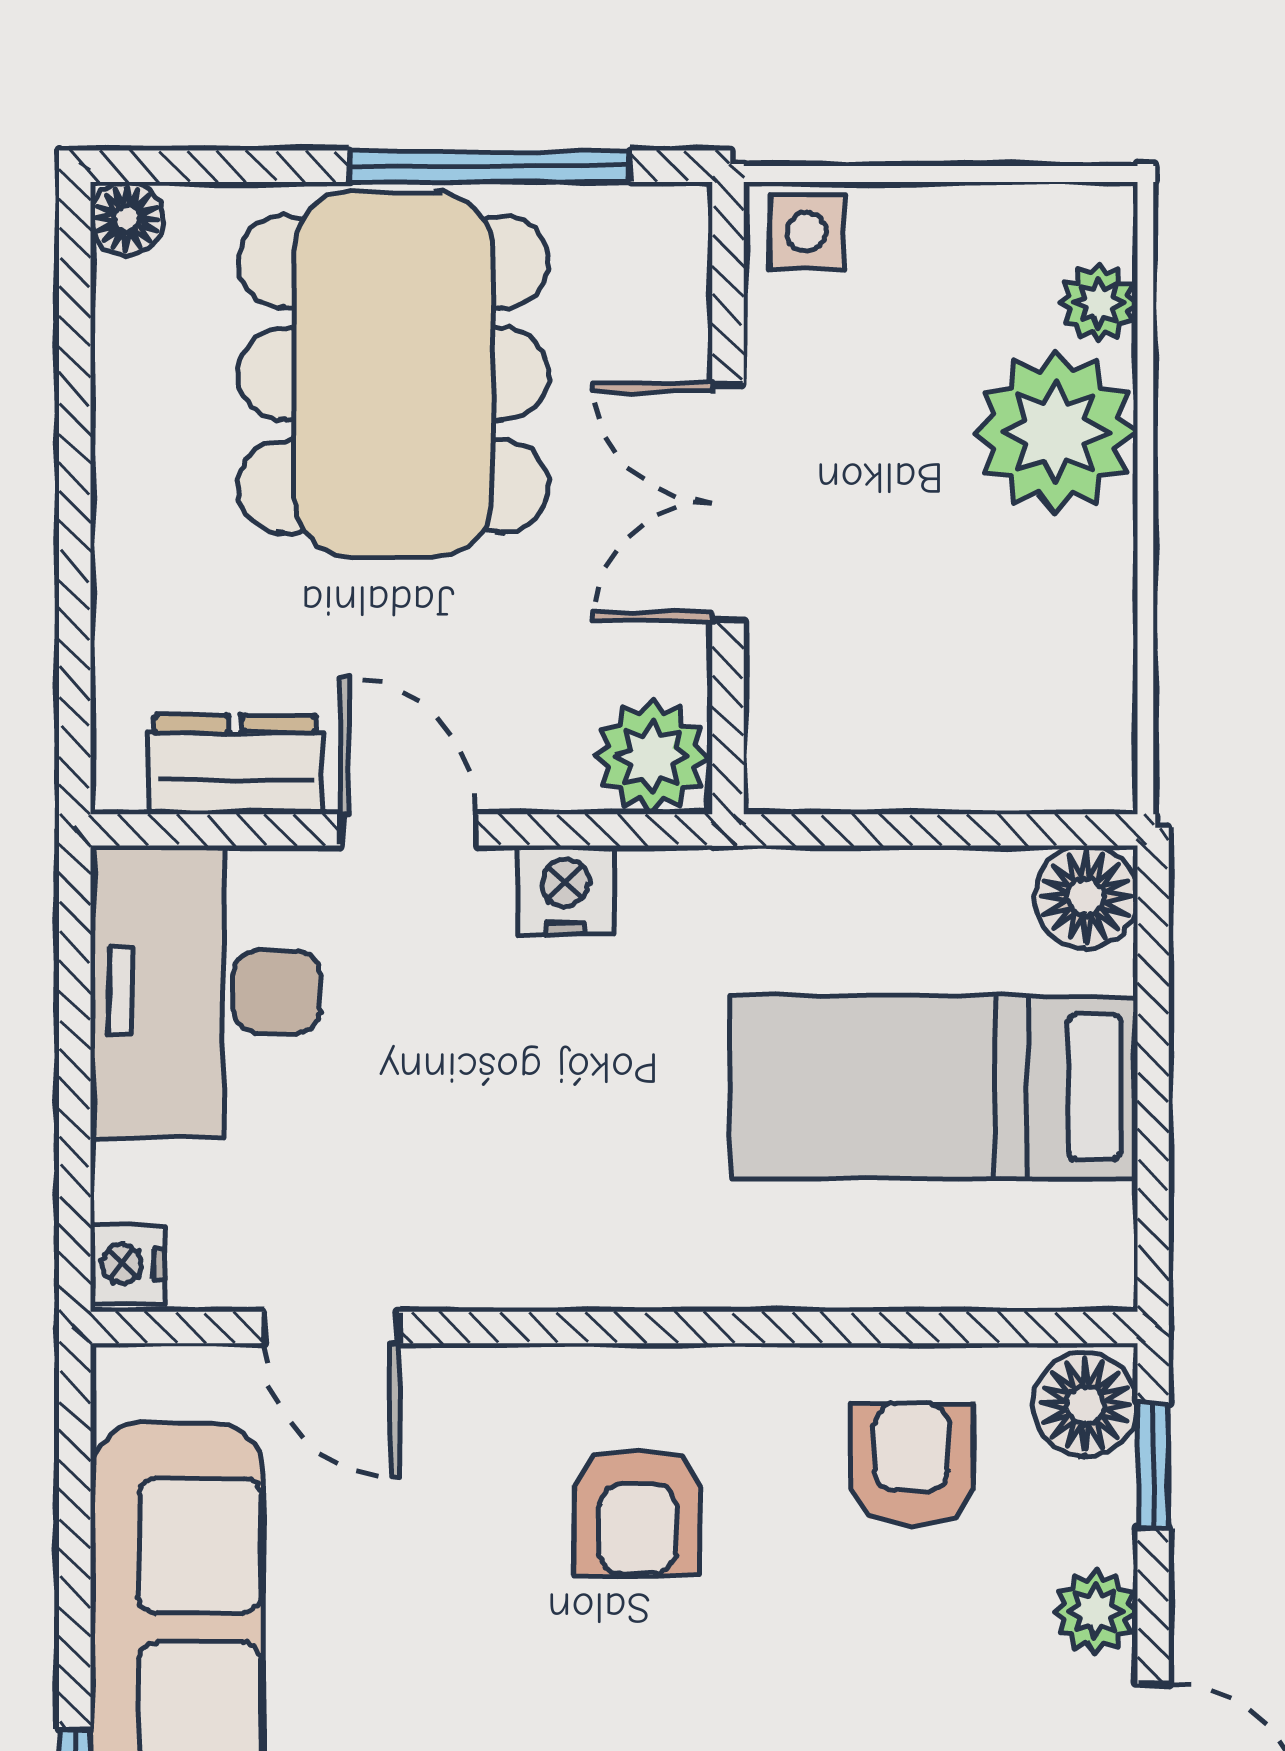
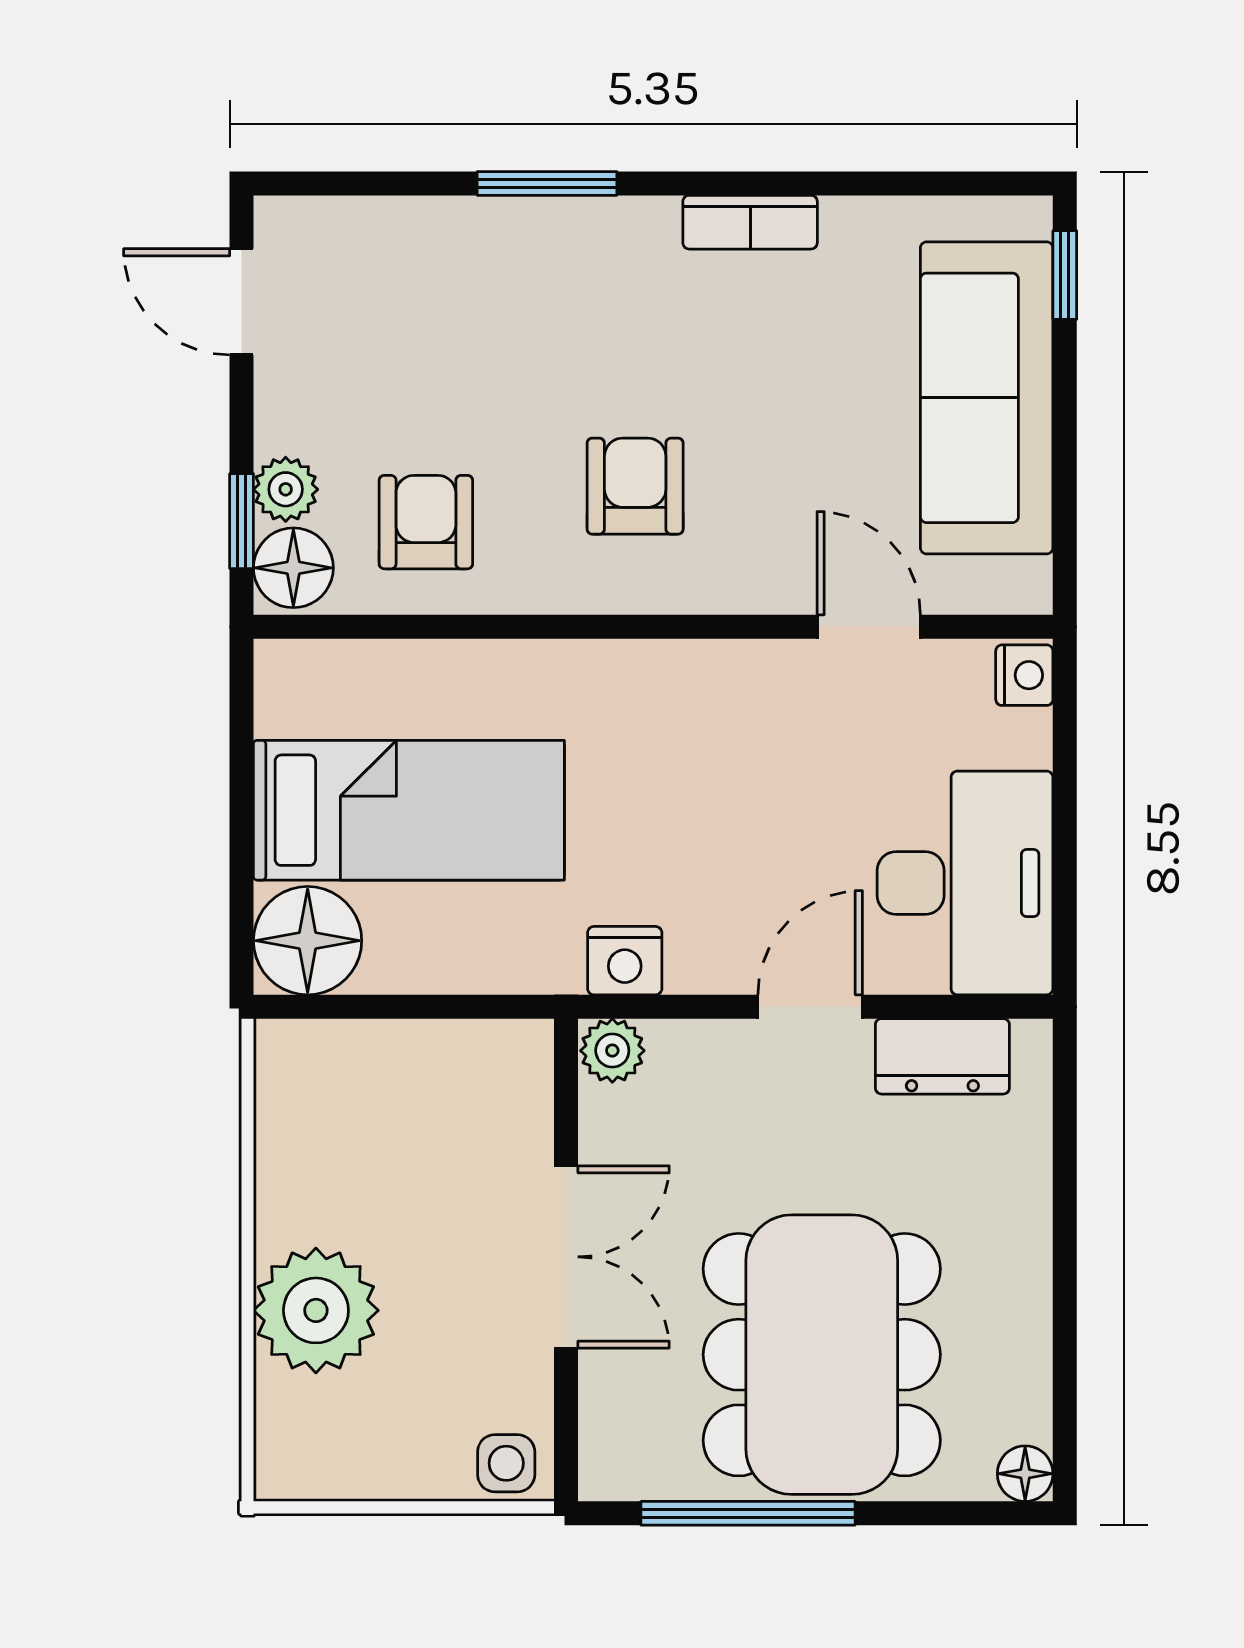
plant: (1099, 303) -> (283, 1409), removed
plant: (652, 757) -> (612, 1051), width x0.73, depth x0.73
door: (408, 830) -> (810, 1007), swing flipped
nightstand: (565, 890) -> (625, 961), moved
floor lamp: (1086, 897) -> (308, 941), width x1.38, depth x1.38
armchair: (912, 1465) -> (426, 522), turned 180
plant: (1095, 1612) -> (286, 489), moved

